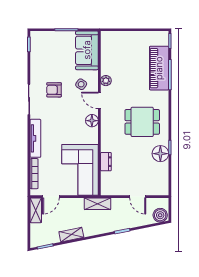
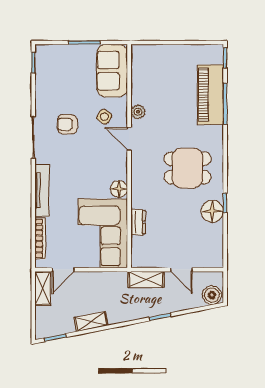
floor lamp: (92, 121) -> (119, 189), moved
shelving: (97, 204) -> (146, 279), moved

